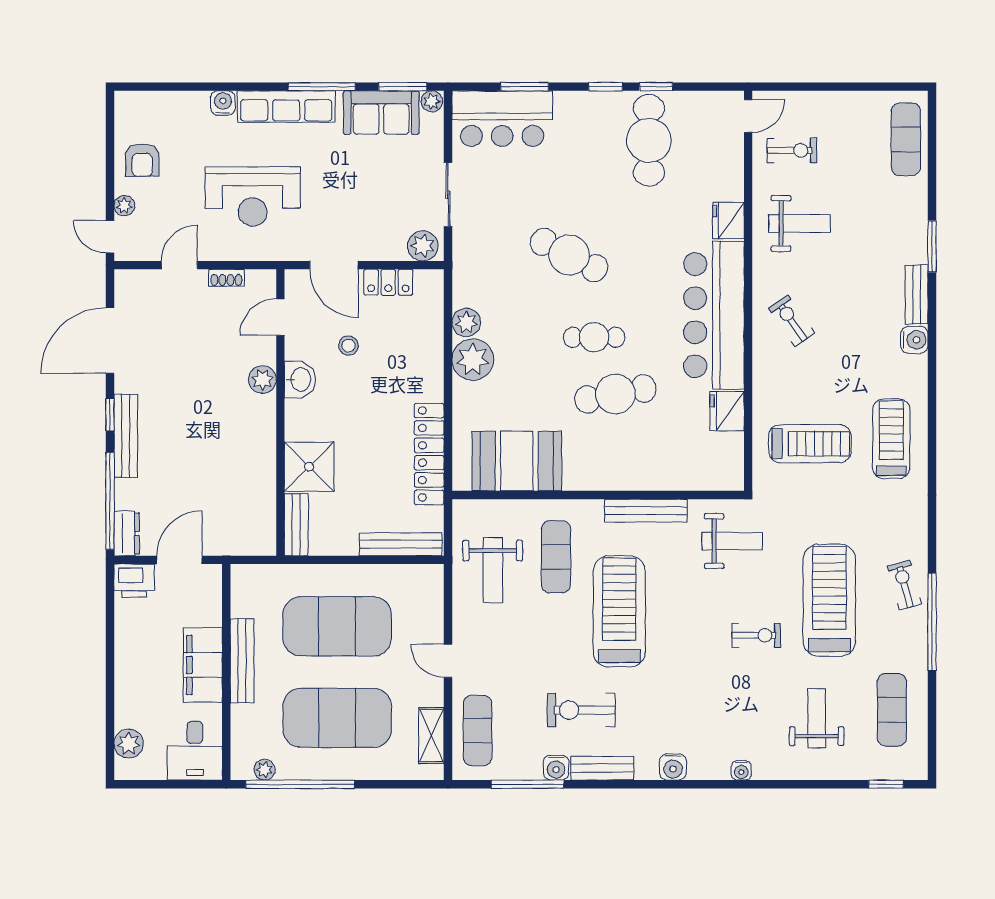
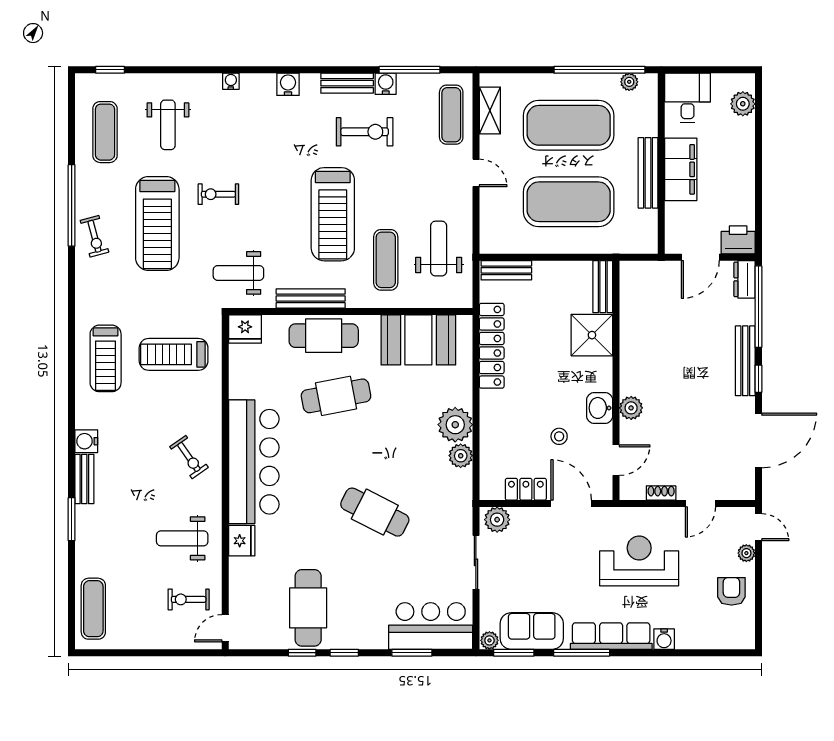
cafe table: (594, 337) -> (324, 336), moved, width x1.37, depth x1.35
fridge: (727, 411) -> (245, 329), moved, turned 90
bench: (401, 544) -> (506, 270), width x0.73

